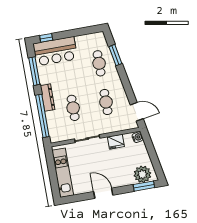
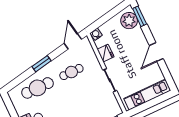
window: (115, 55) -> (41, 64), moved
cafe table: (99, 63) -> (37, 88), width x1.37, depth x1.35
cafe table: (73, 108) -> (85, 101), removed

